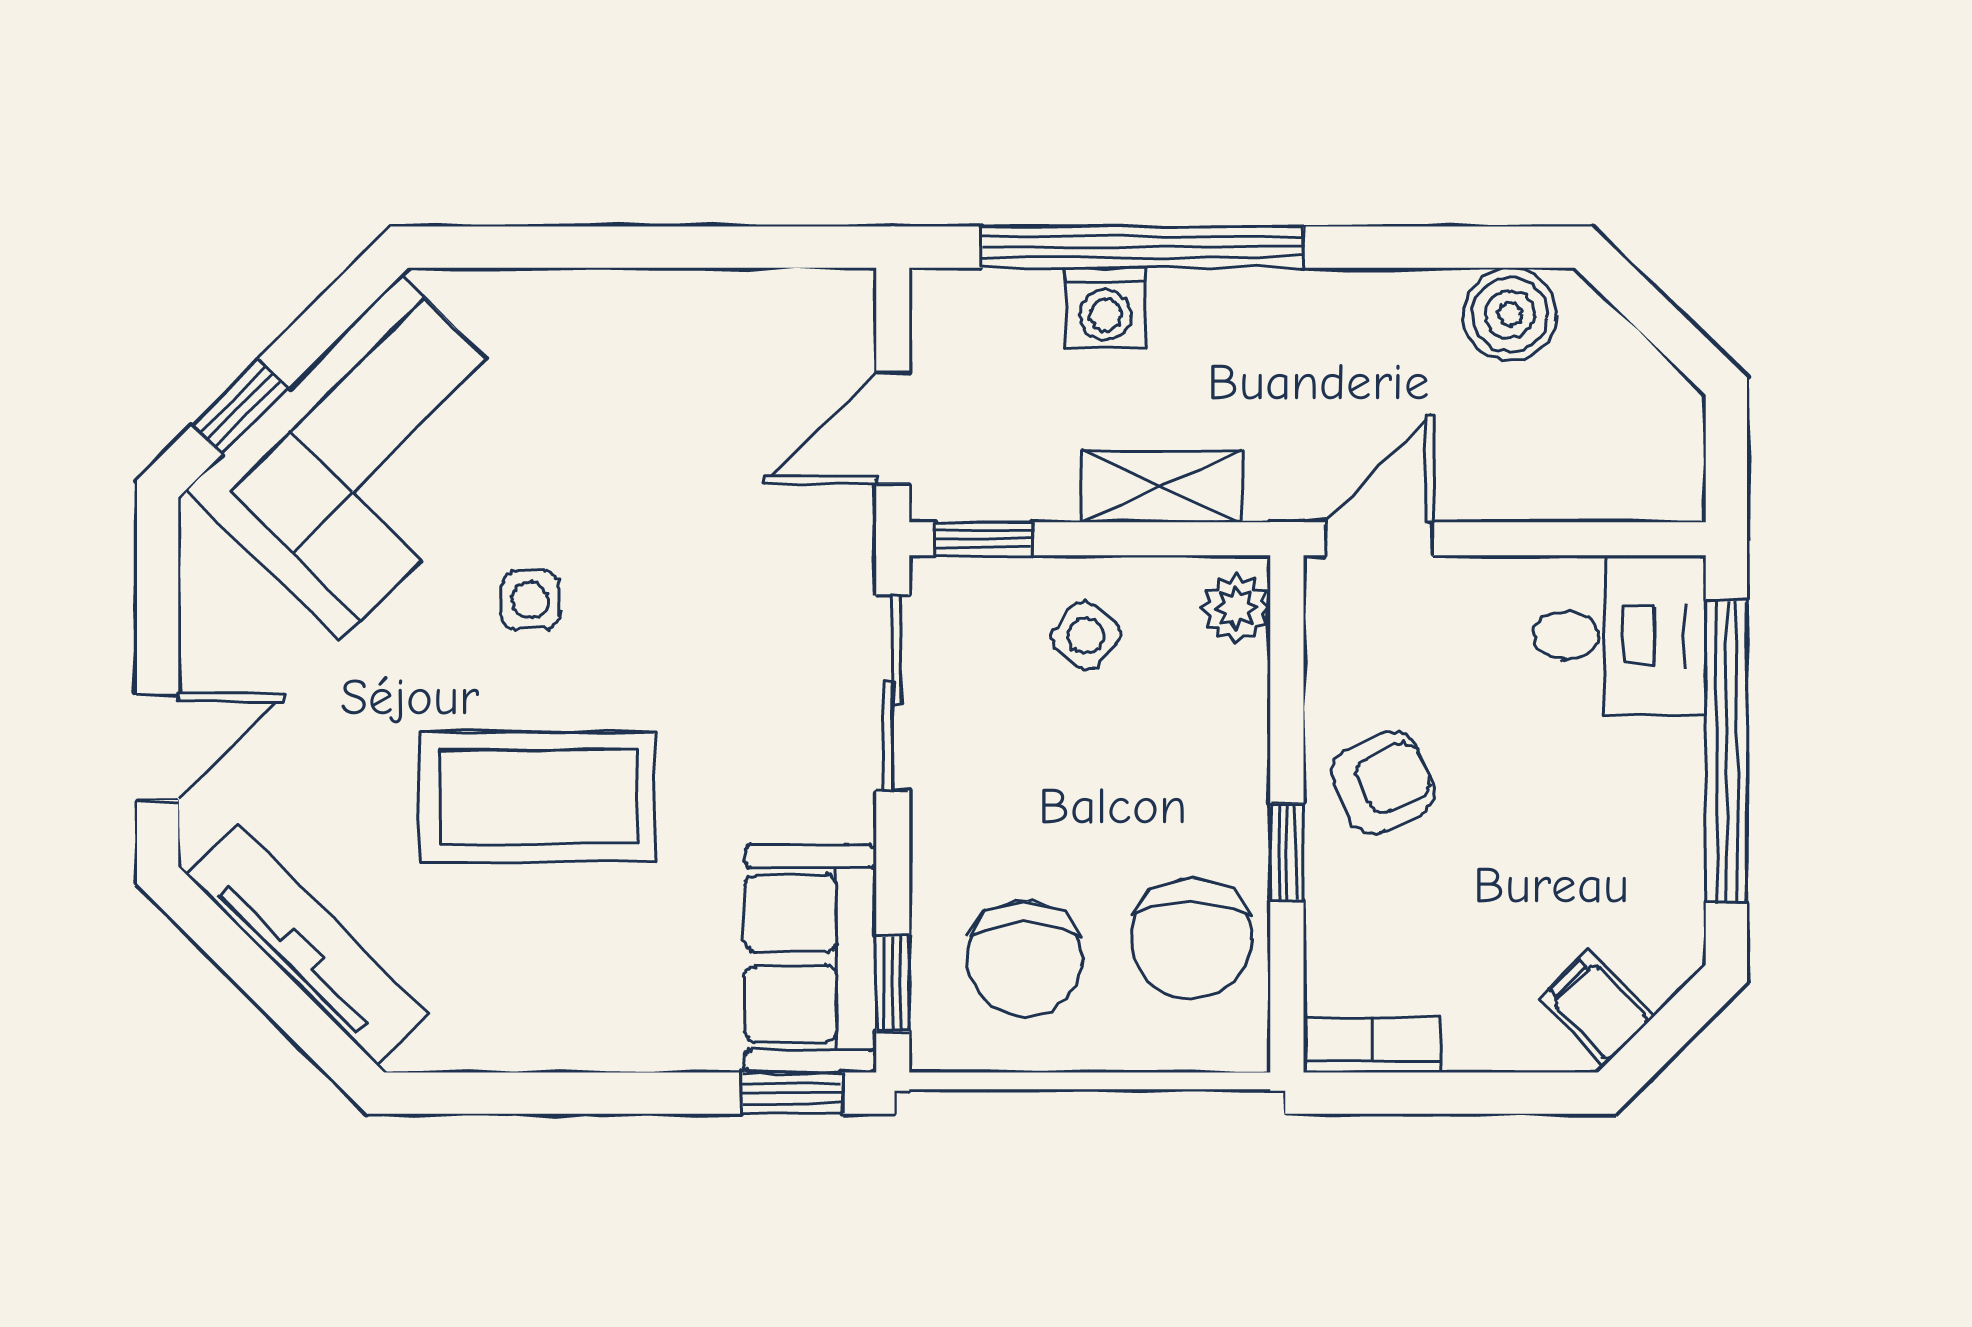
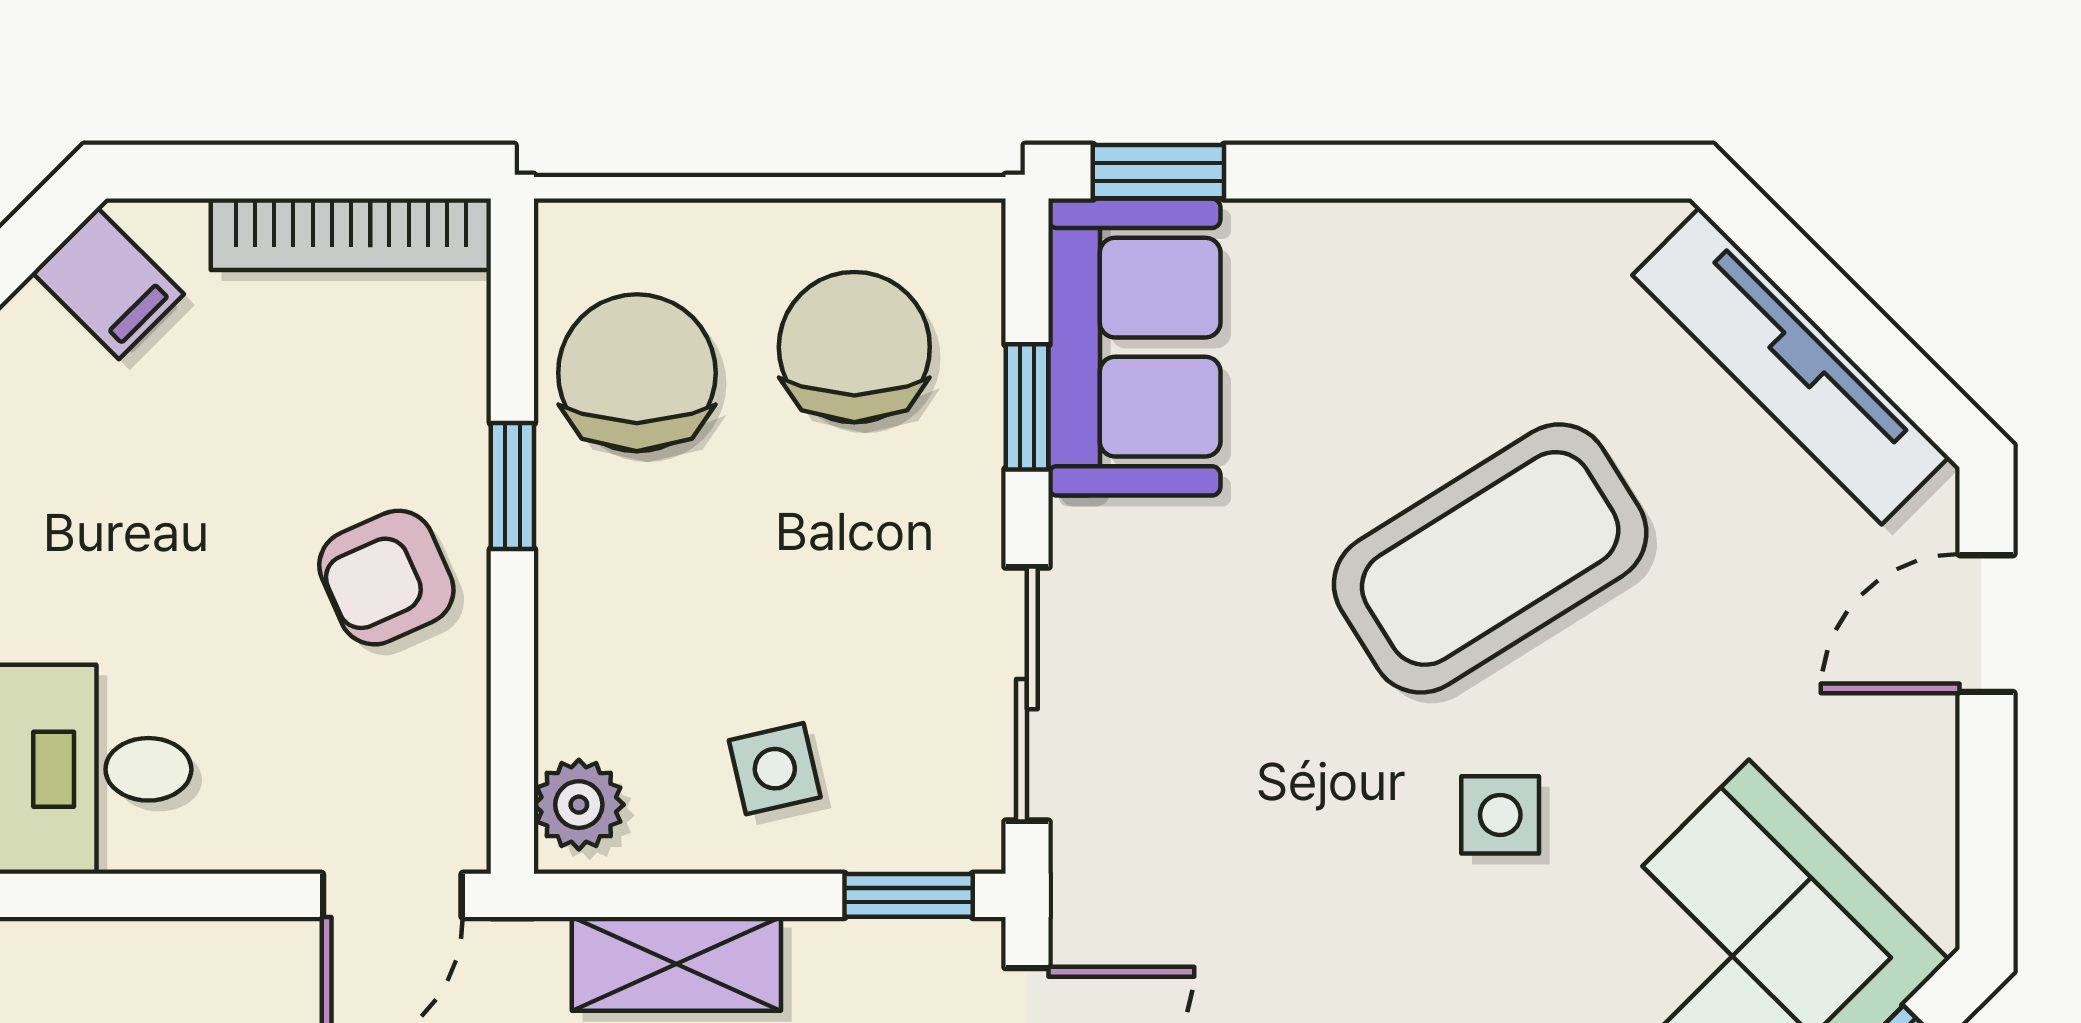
side table: (1086, 636) -> (775, 769), turned 38
coffee table: (538, 797) -> (1490, 558), turned -32
window: (893, 983) -> (1027, 407), moved
bookcase: (1372, 1045) -> (351, 234), width x1.56

